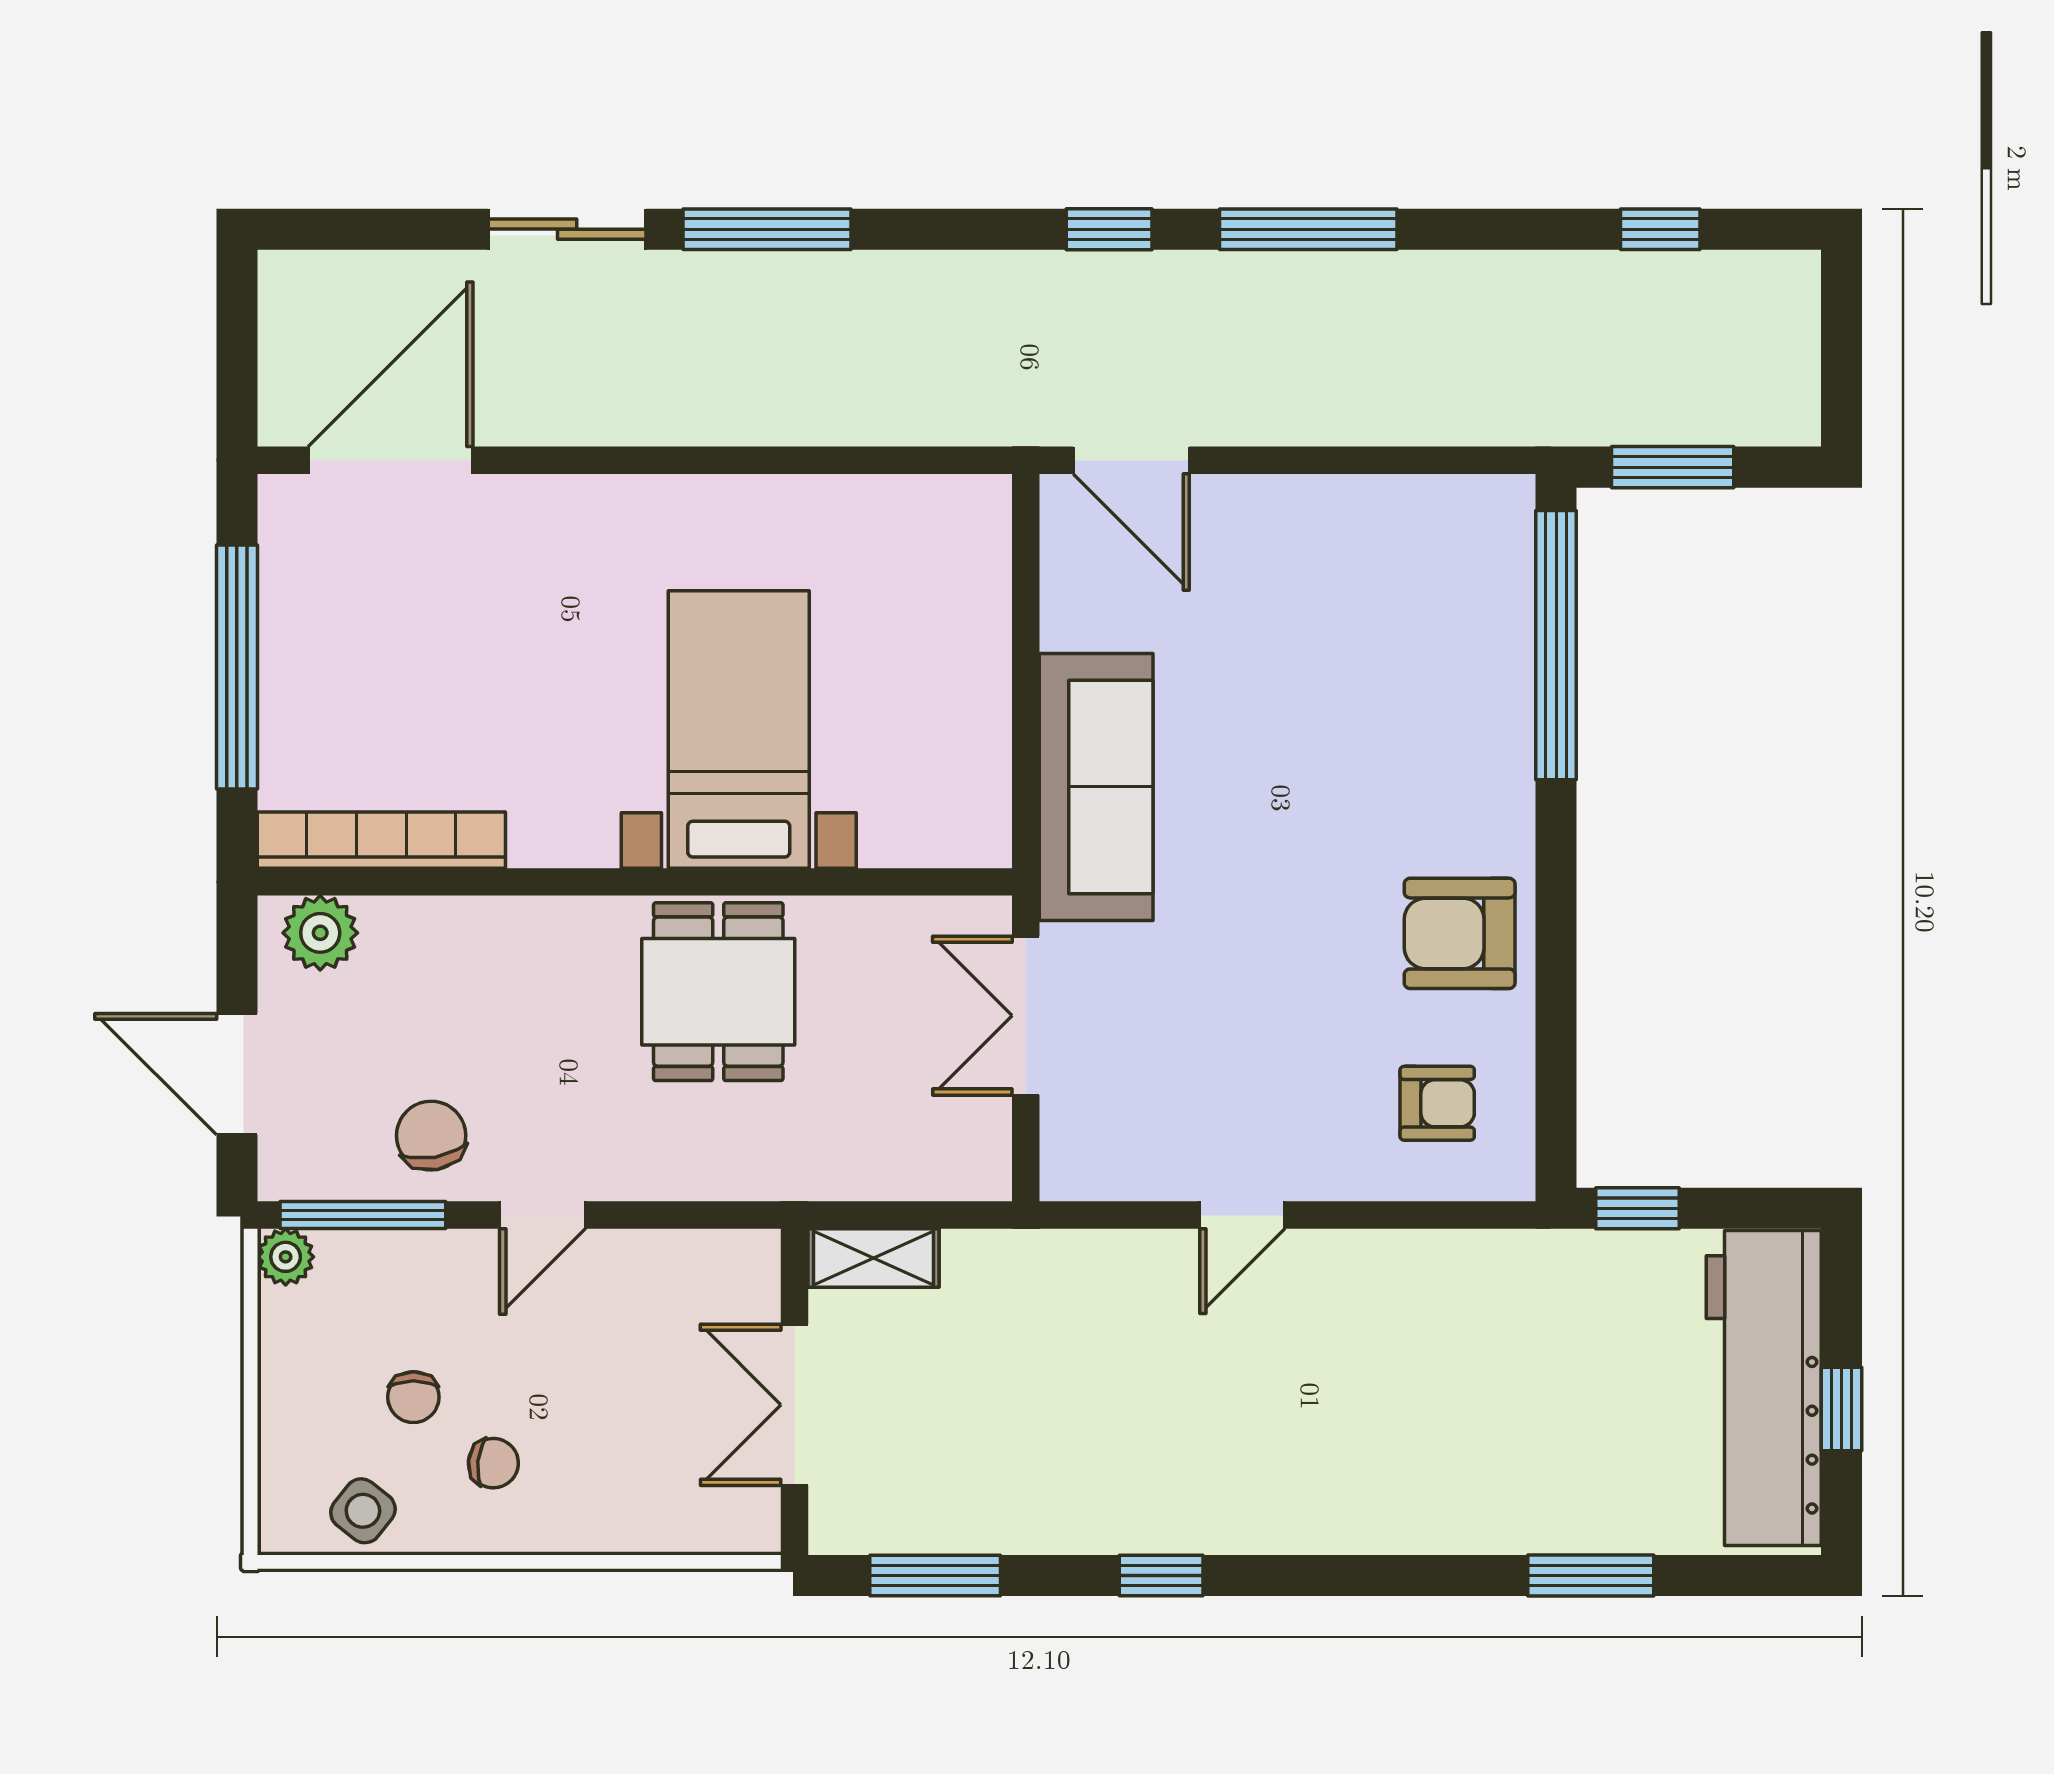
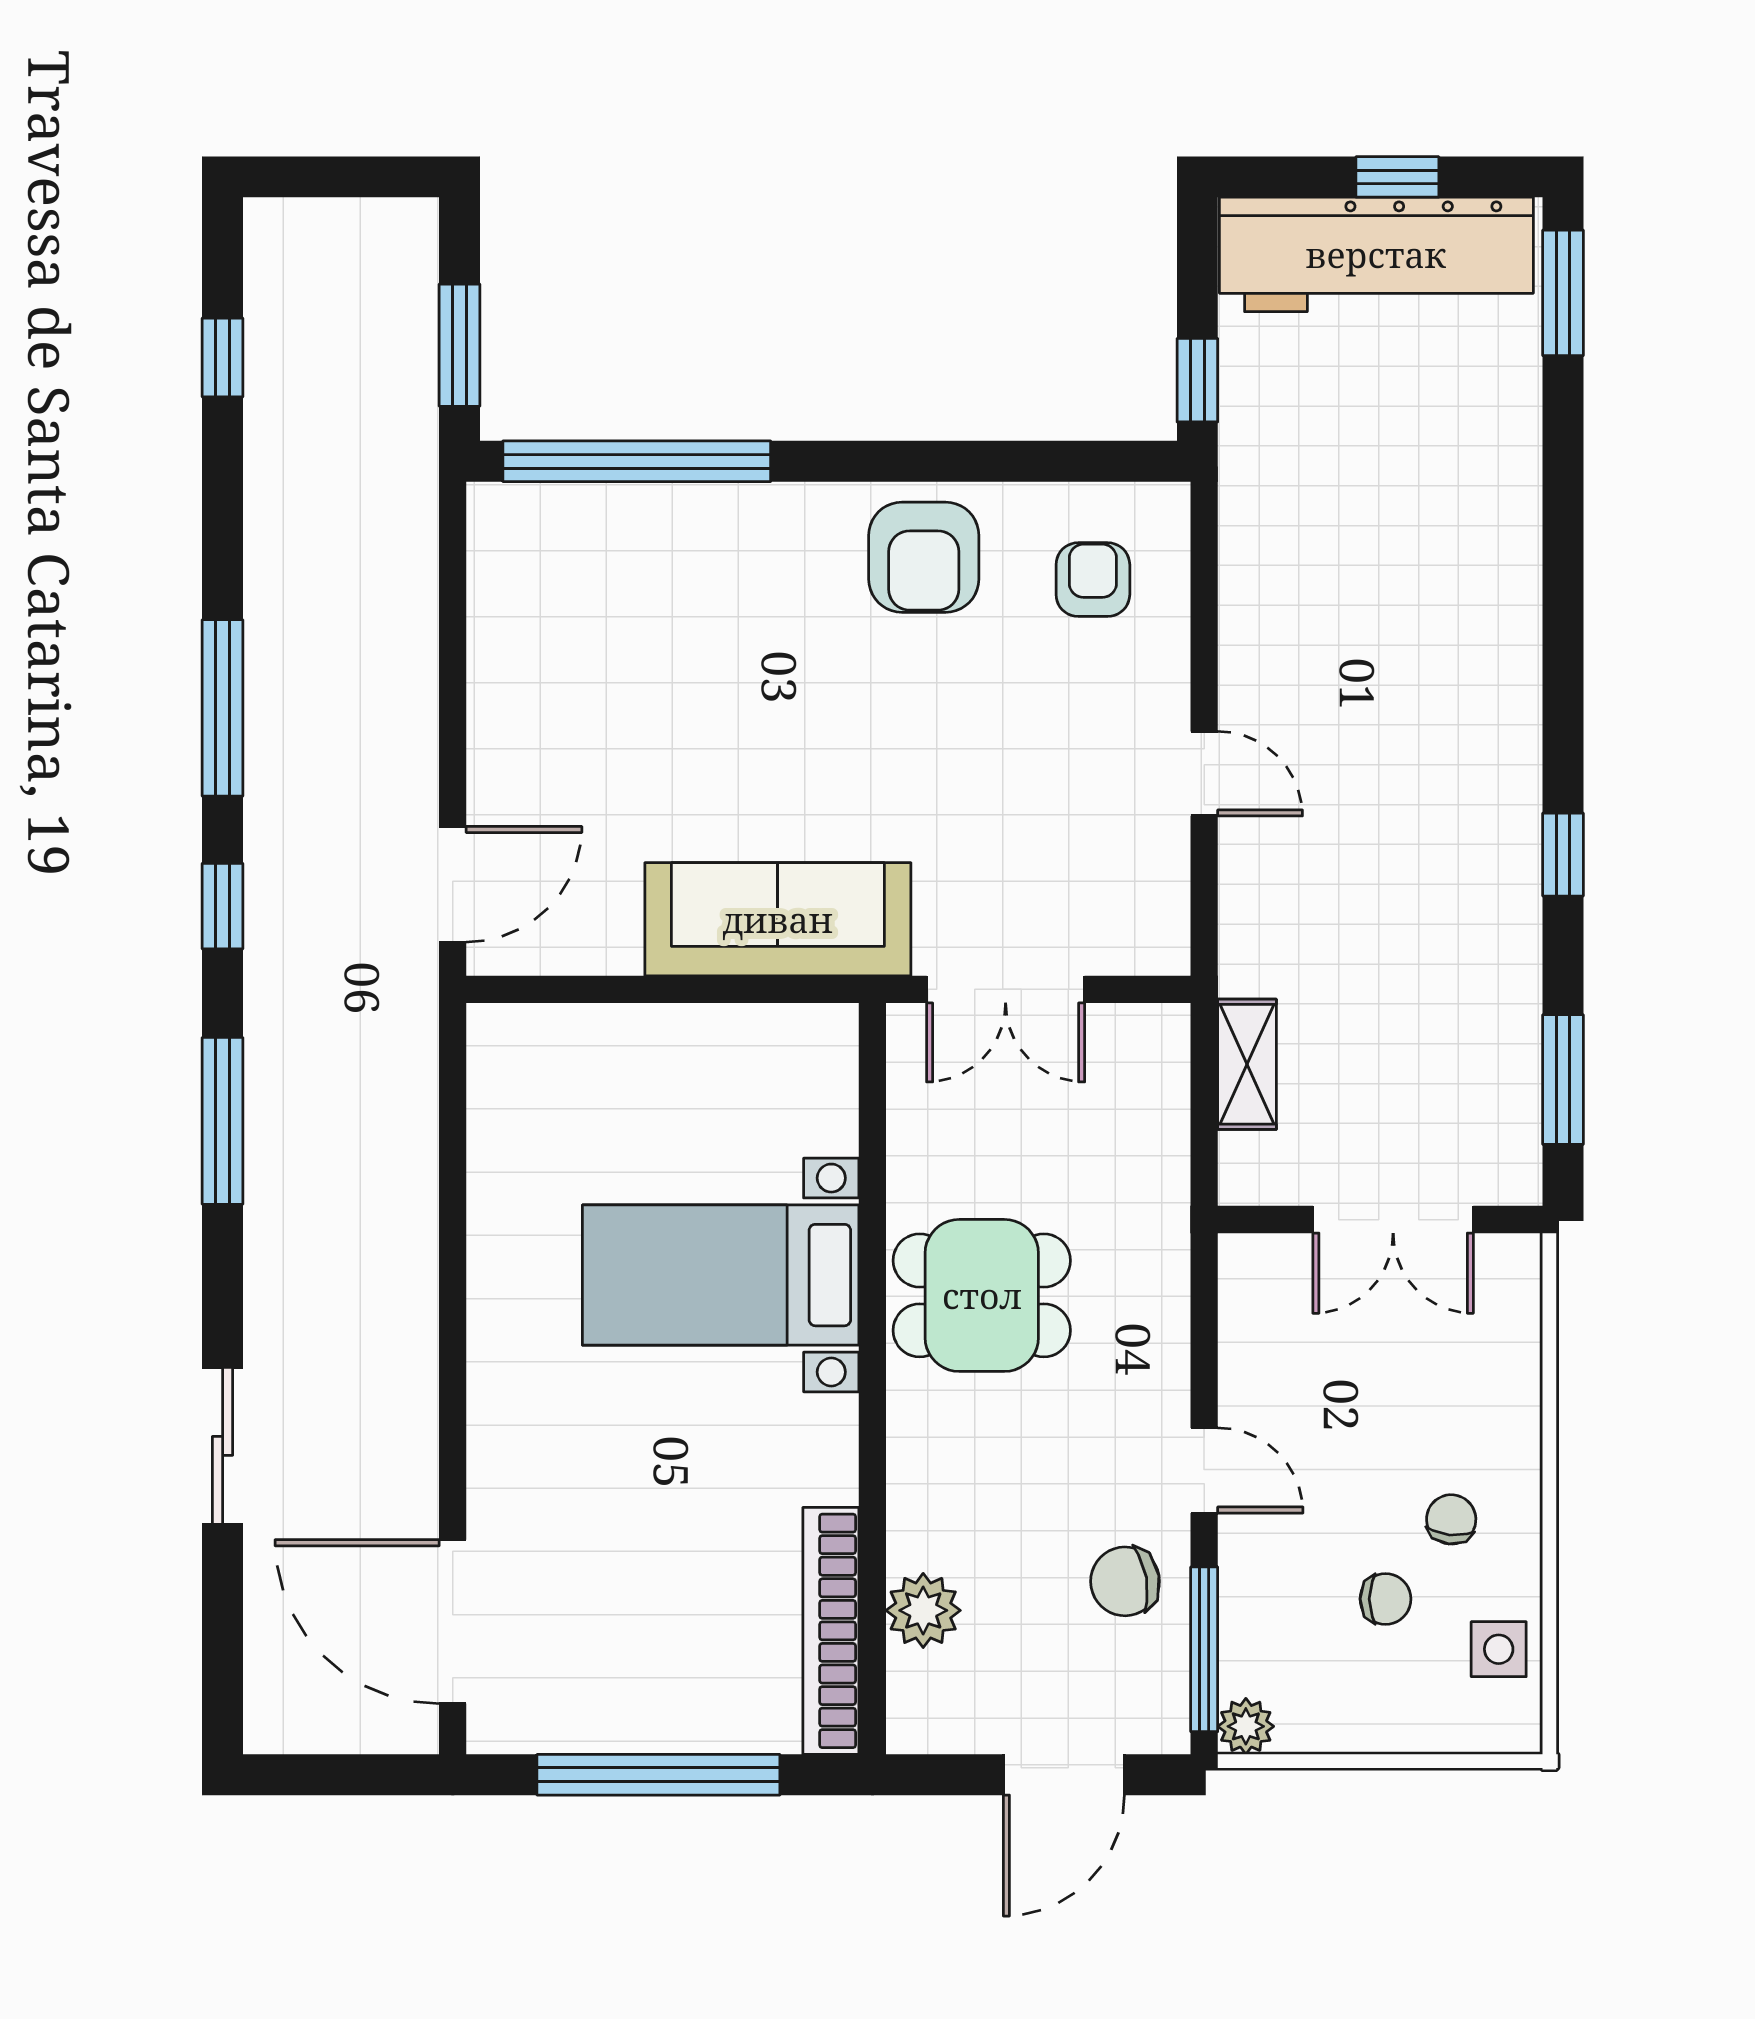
window: (767, 229) -> (223, 1121), moved
plant: (320, 933) -> (923, 1610), moved
shelving: (873, 1258) -> (1247, 1064), moved
side table: (363, 1511) -> (1499, 1649), turned -38
window: (1591, 1575) -> (1563, 293), moved

